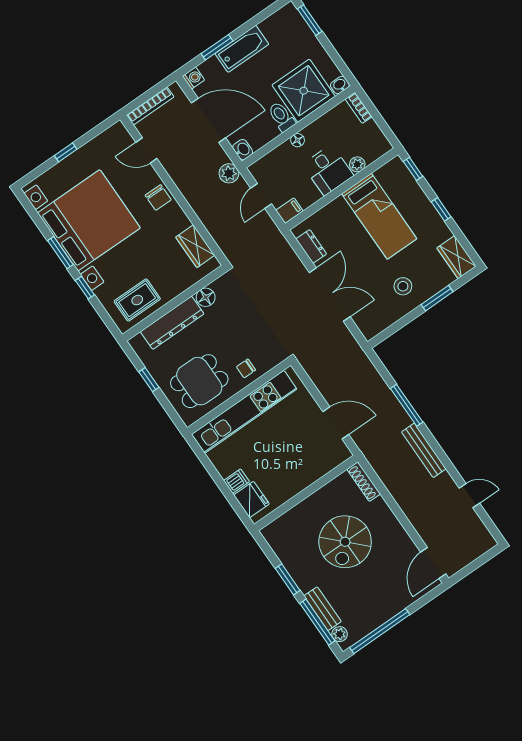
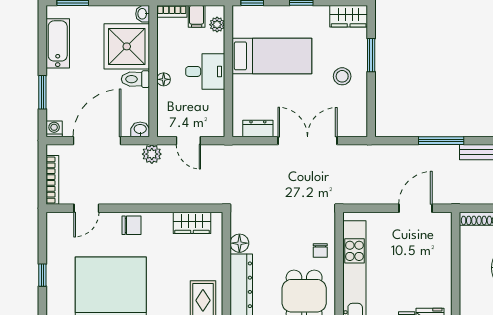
bathtub: (242, 49) -> (58, 43), moved
plant: (357, 164) -> (217, 25), moved
filing cabinet: (289, 211) -> (197, 16), moved, turned 180

